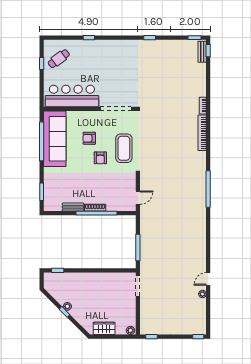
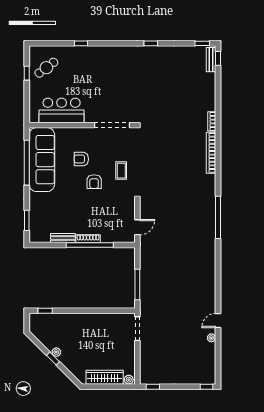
bar counter: (72, 96) -> (62, 110), width x0.73
coffee table: (124, 148) -> (121, 171), width x0.54, depth x0.58
wardrobe: (104, 328) -> (105, 377), width x1.50

